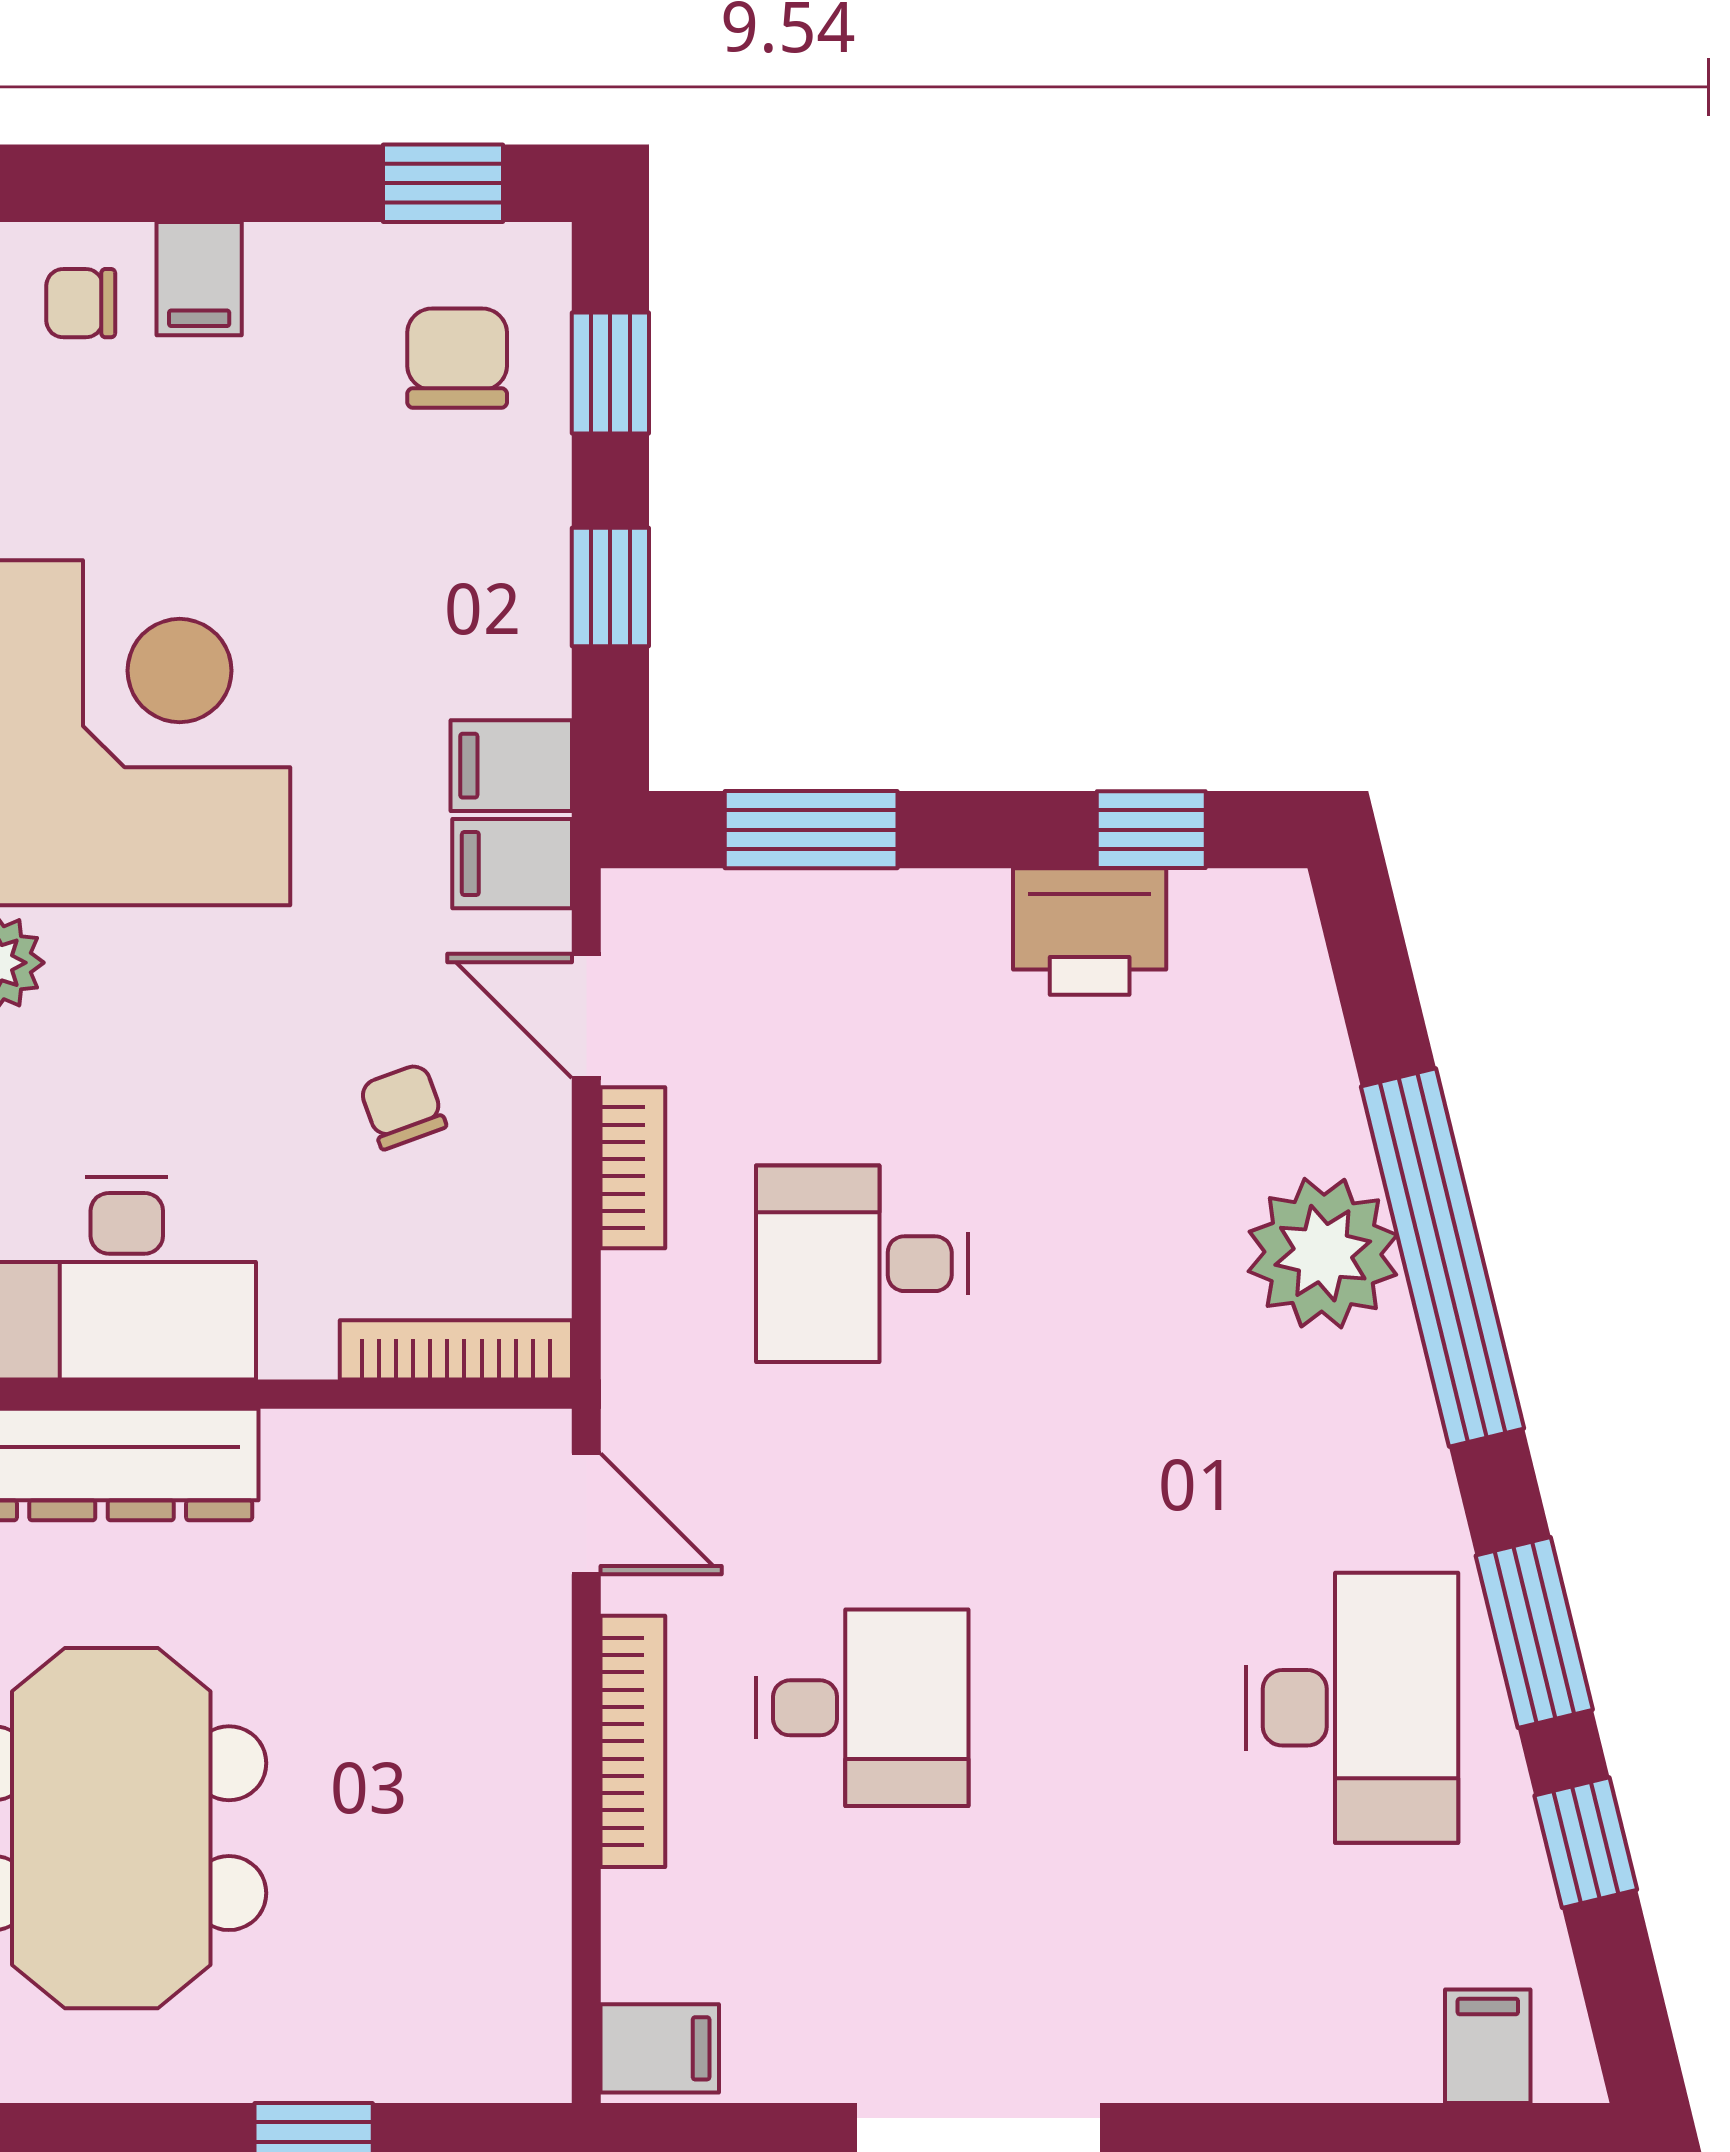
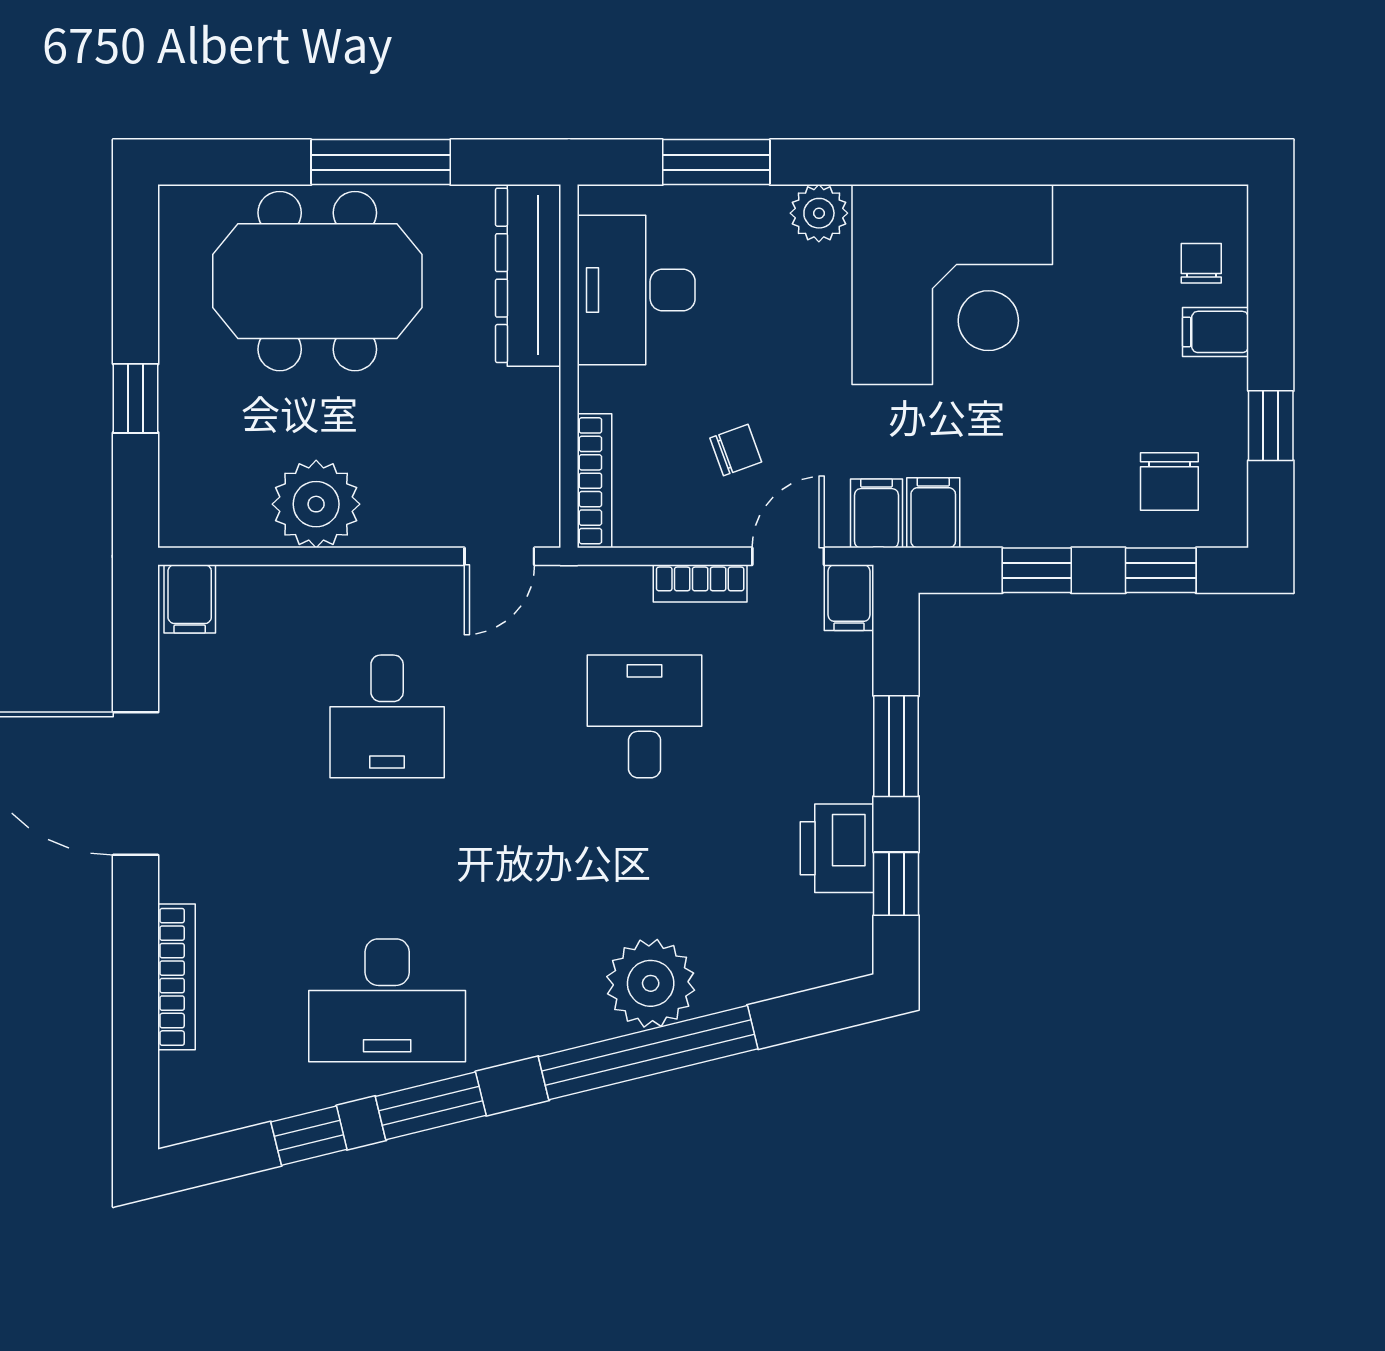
window: (443, 183) -> (1271, 426), moved
chair: (457, 358) -> (1169, 482), turned 90
window: (811, 830) -> (896, 746), moved
bookcase: (633, 1741) -> (177, 977), moved, turned -90
plant: (496, 1830) -> (316, 504), added
filing cabinet: (1488, 2046) -> (849, 598), moved, turned 90

